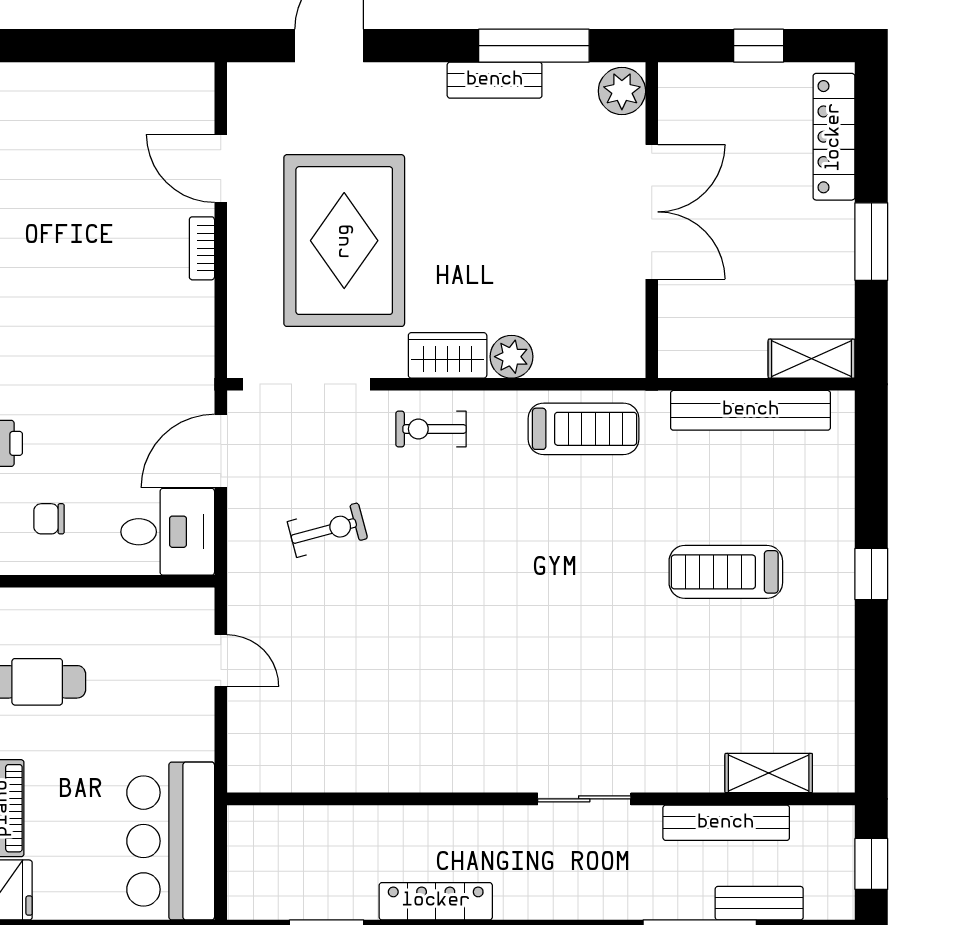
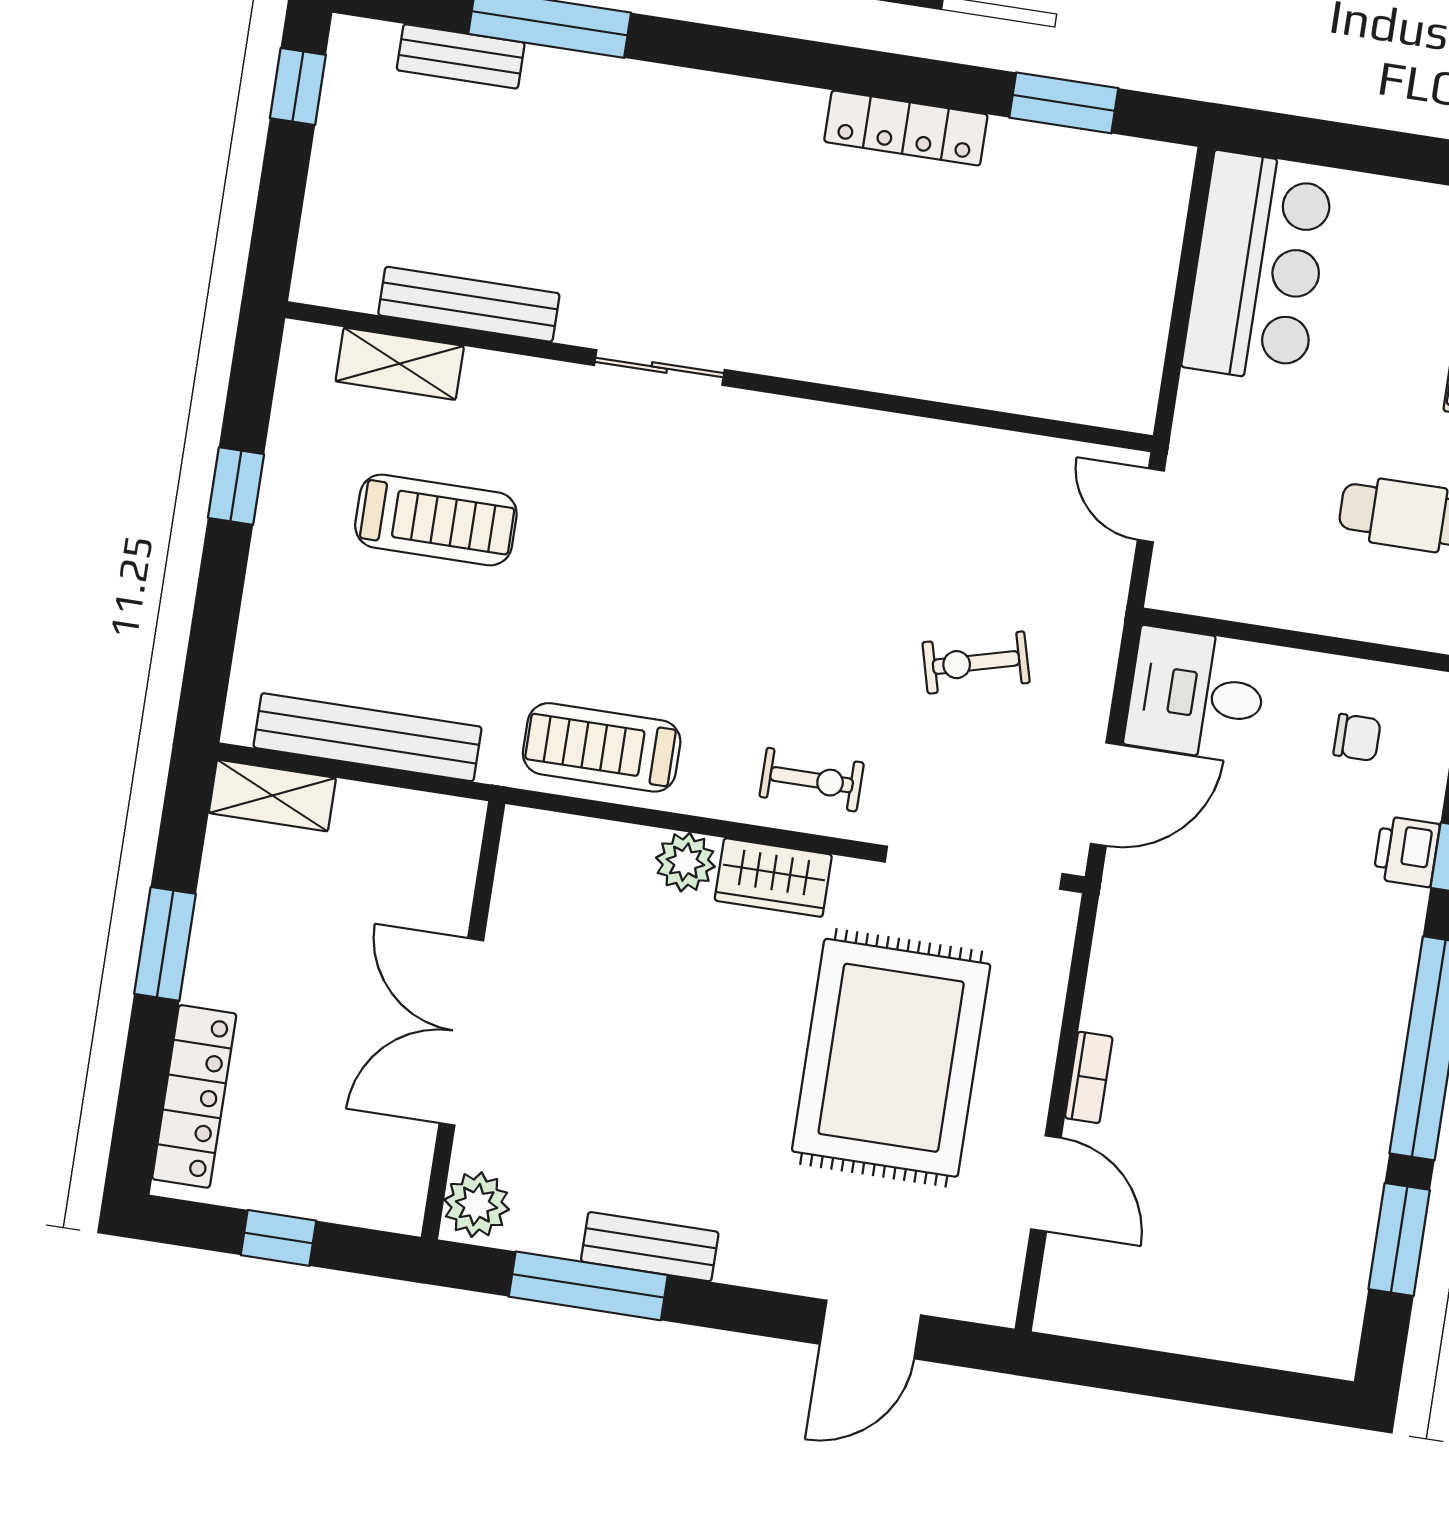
shelving: (769, 773) -> (400, 364), moved
wall: (541, 799) -> (719, 377), moved
sliding door: (584, 799) -> (659, 367), moved
bench: (726, 823) -> (469, 304), moved

